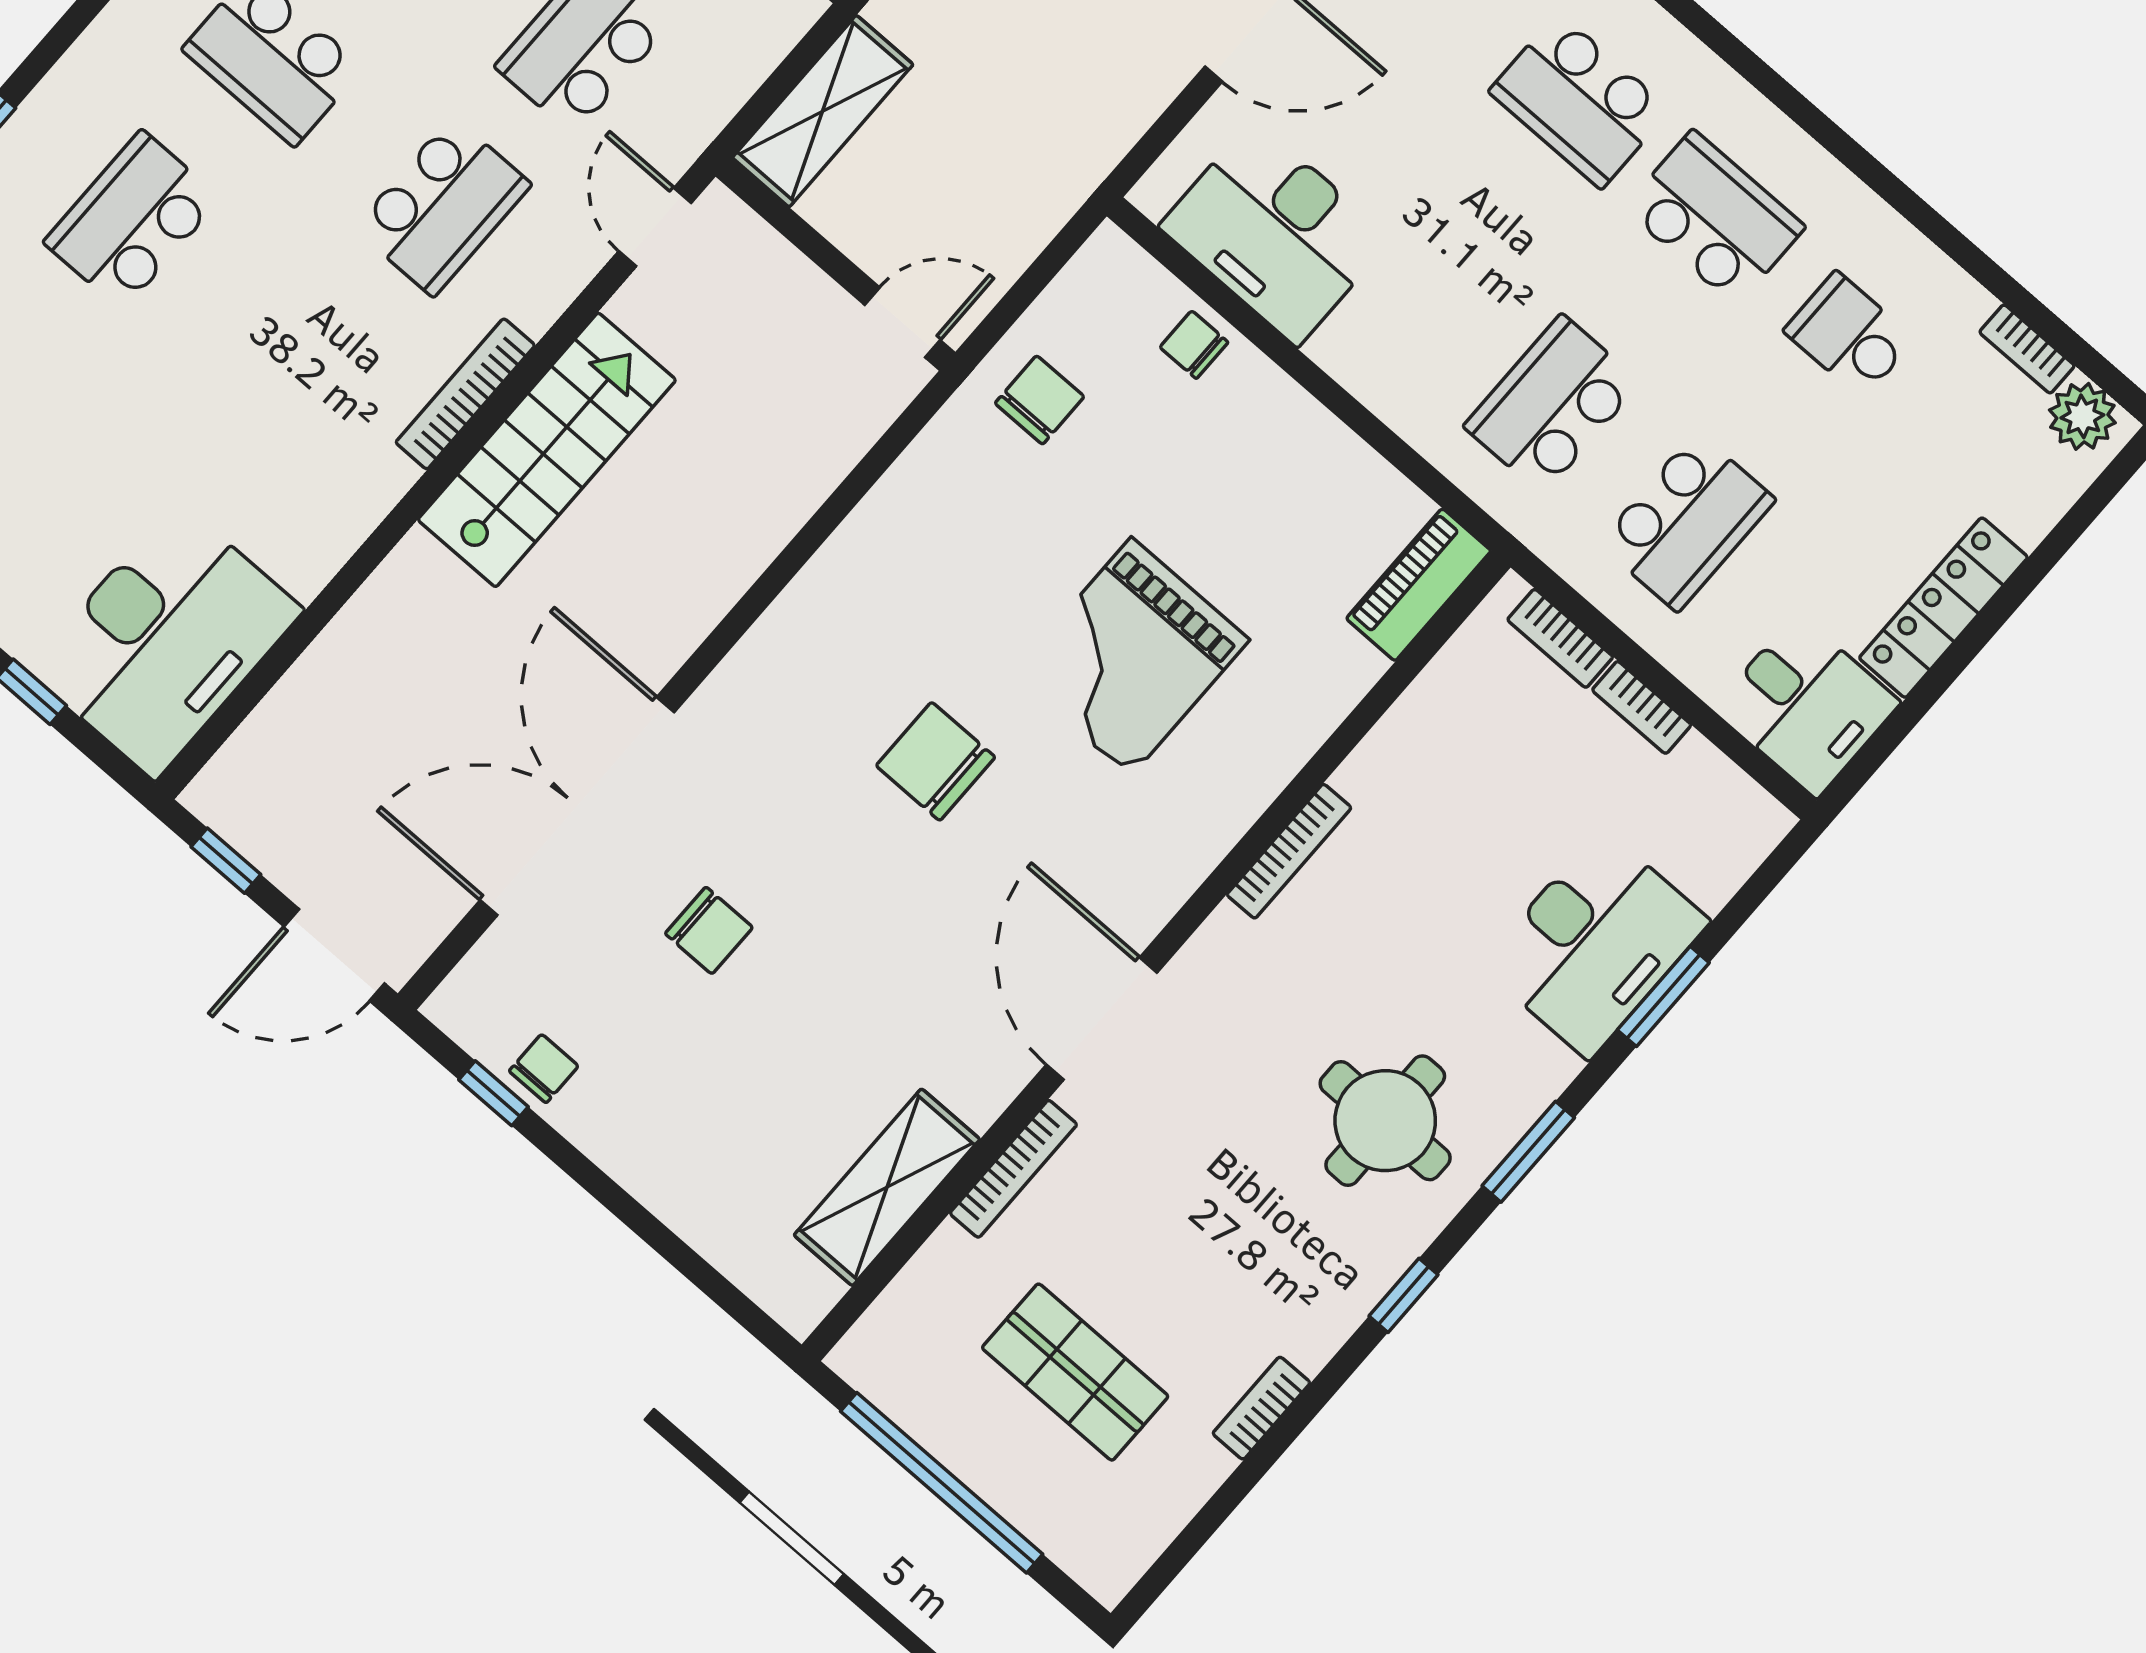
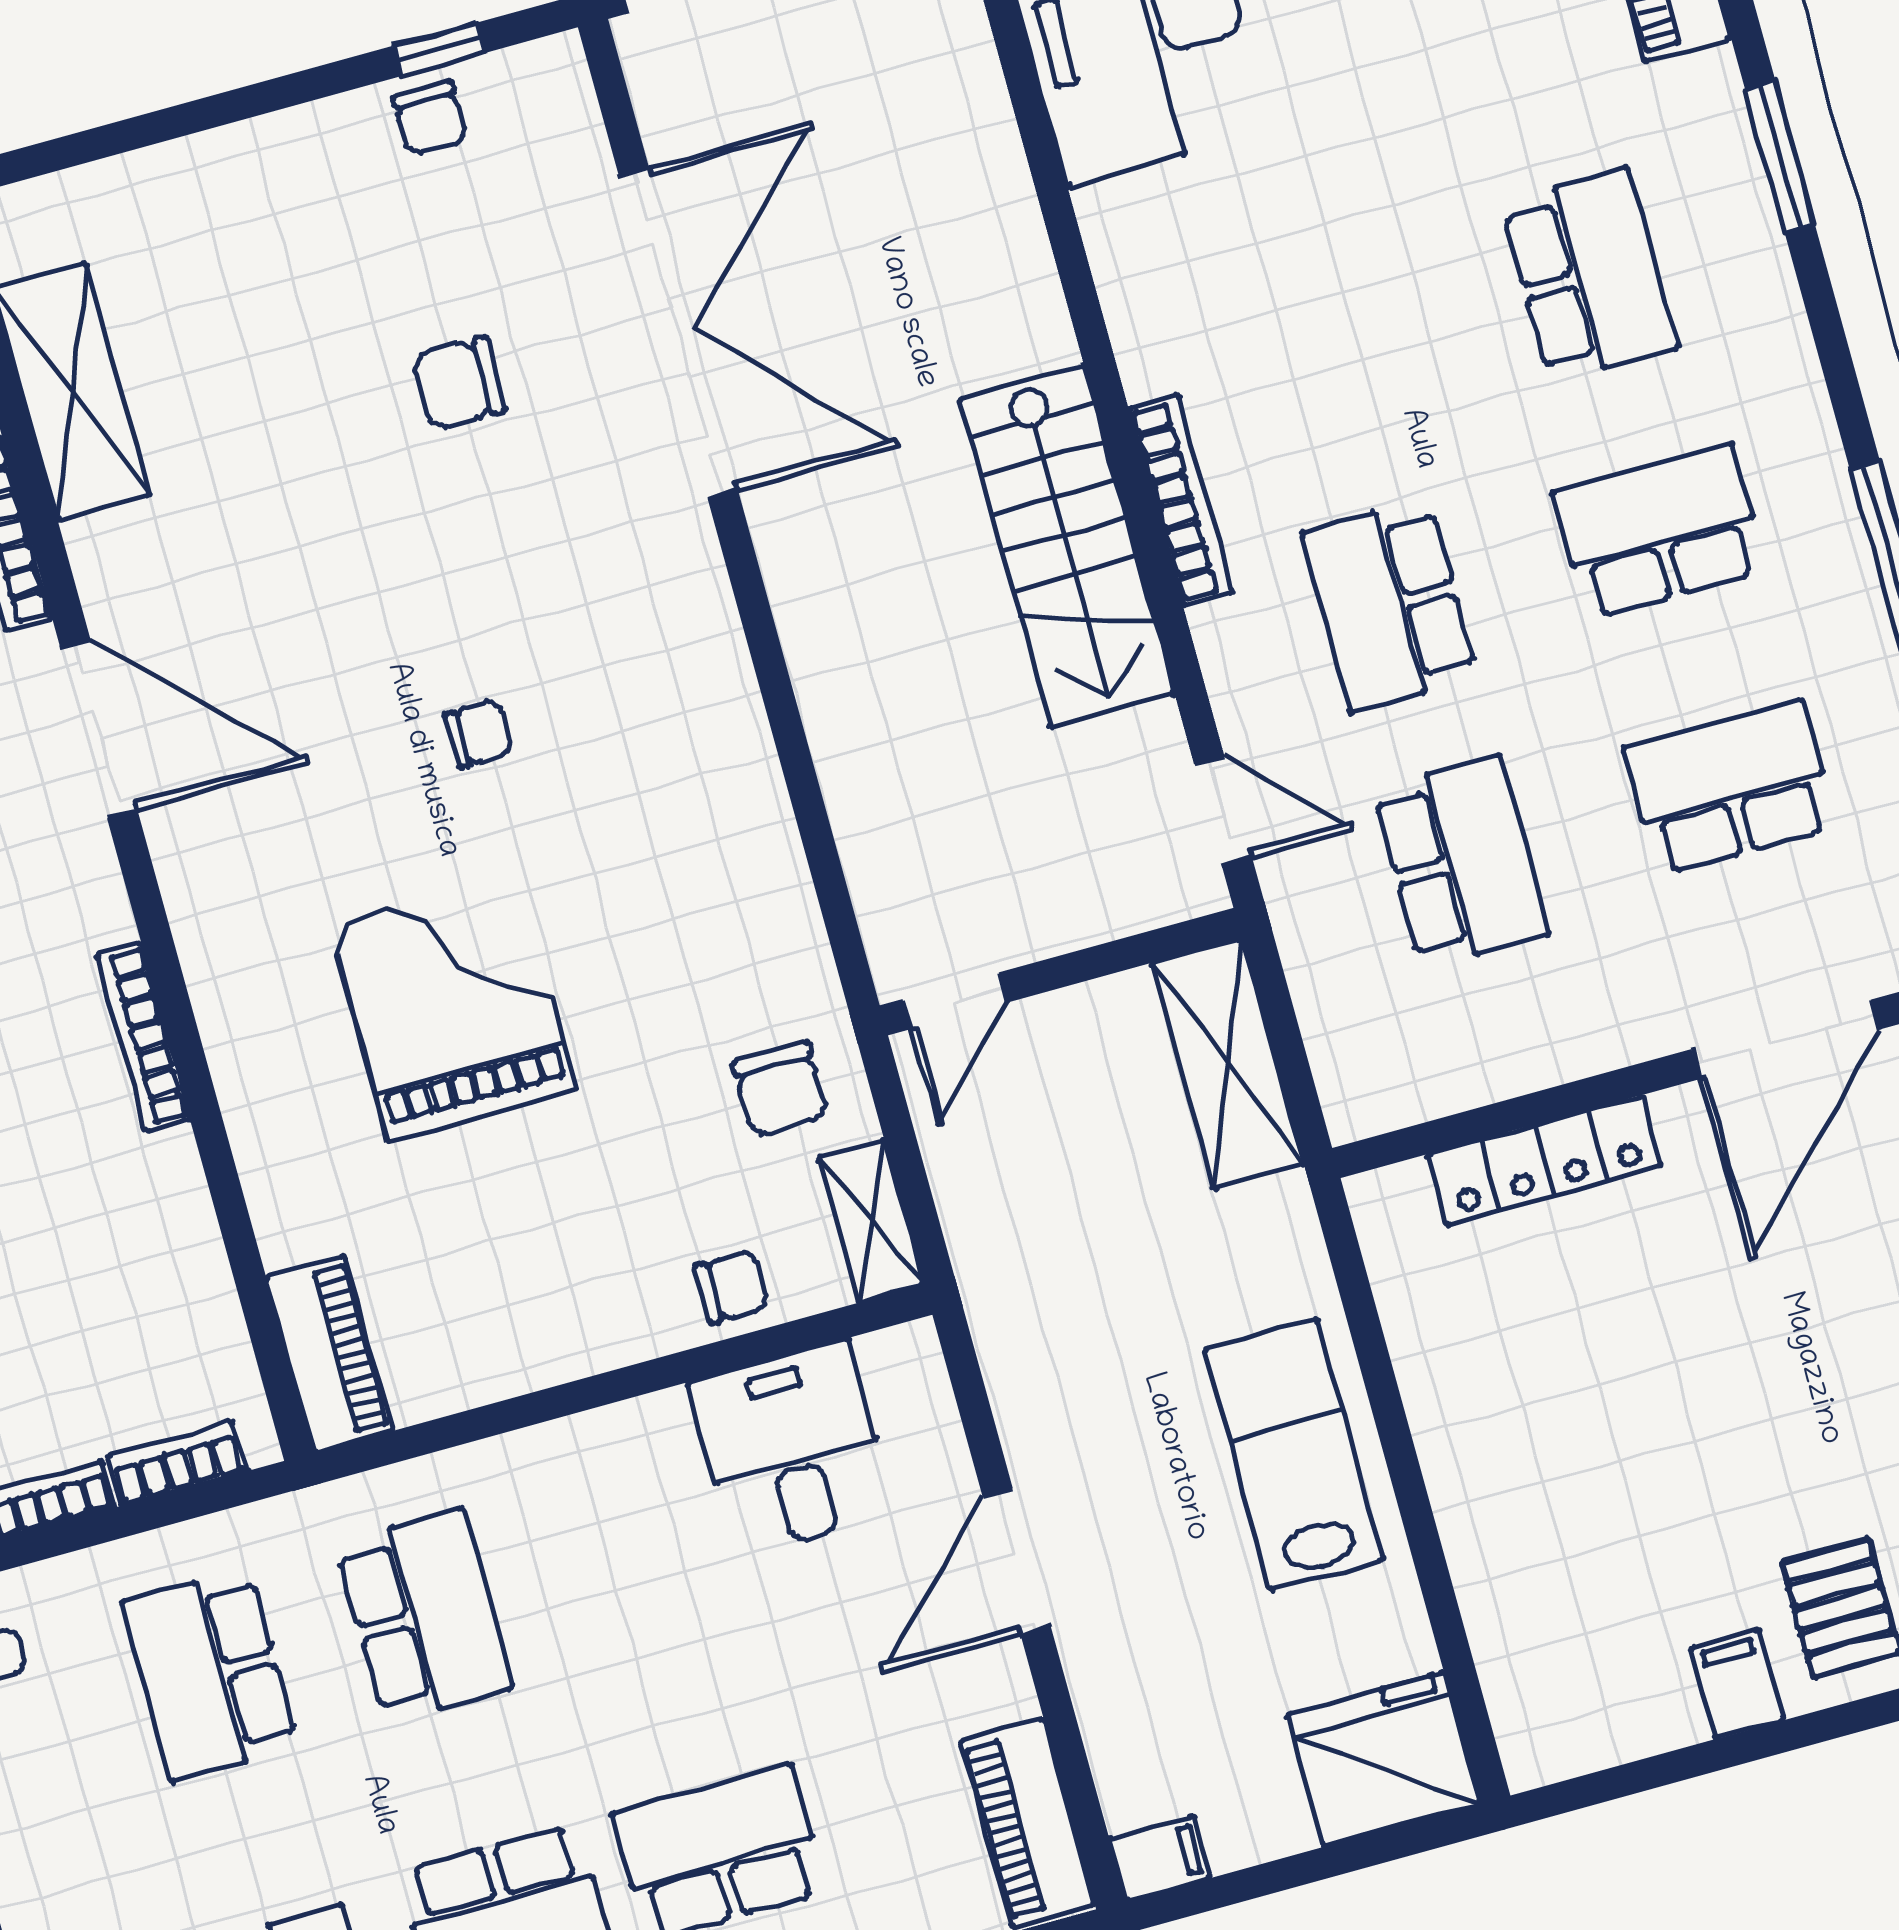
desk: (1275, 233) -> (792, 1448), width x0.73
shelving: (1087, 280) -> (871, 1221), added
chair: (936, 761) -> (478, 734), width x0.54, depth x0.54

